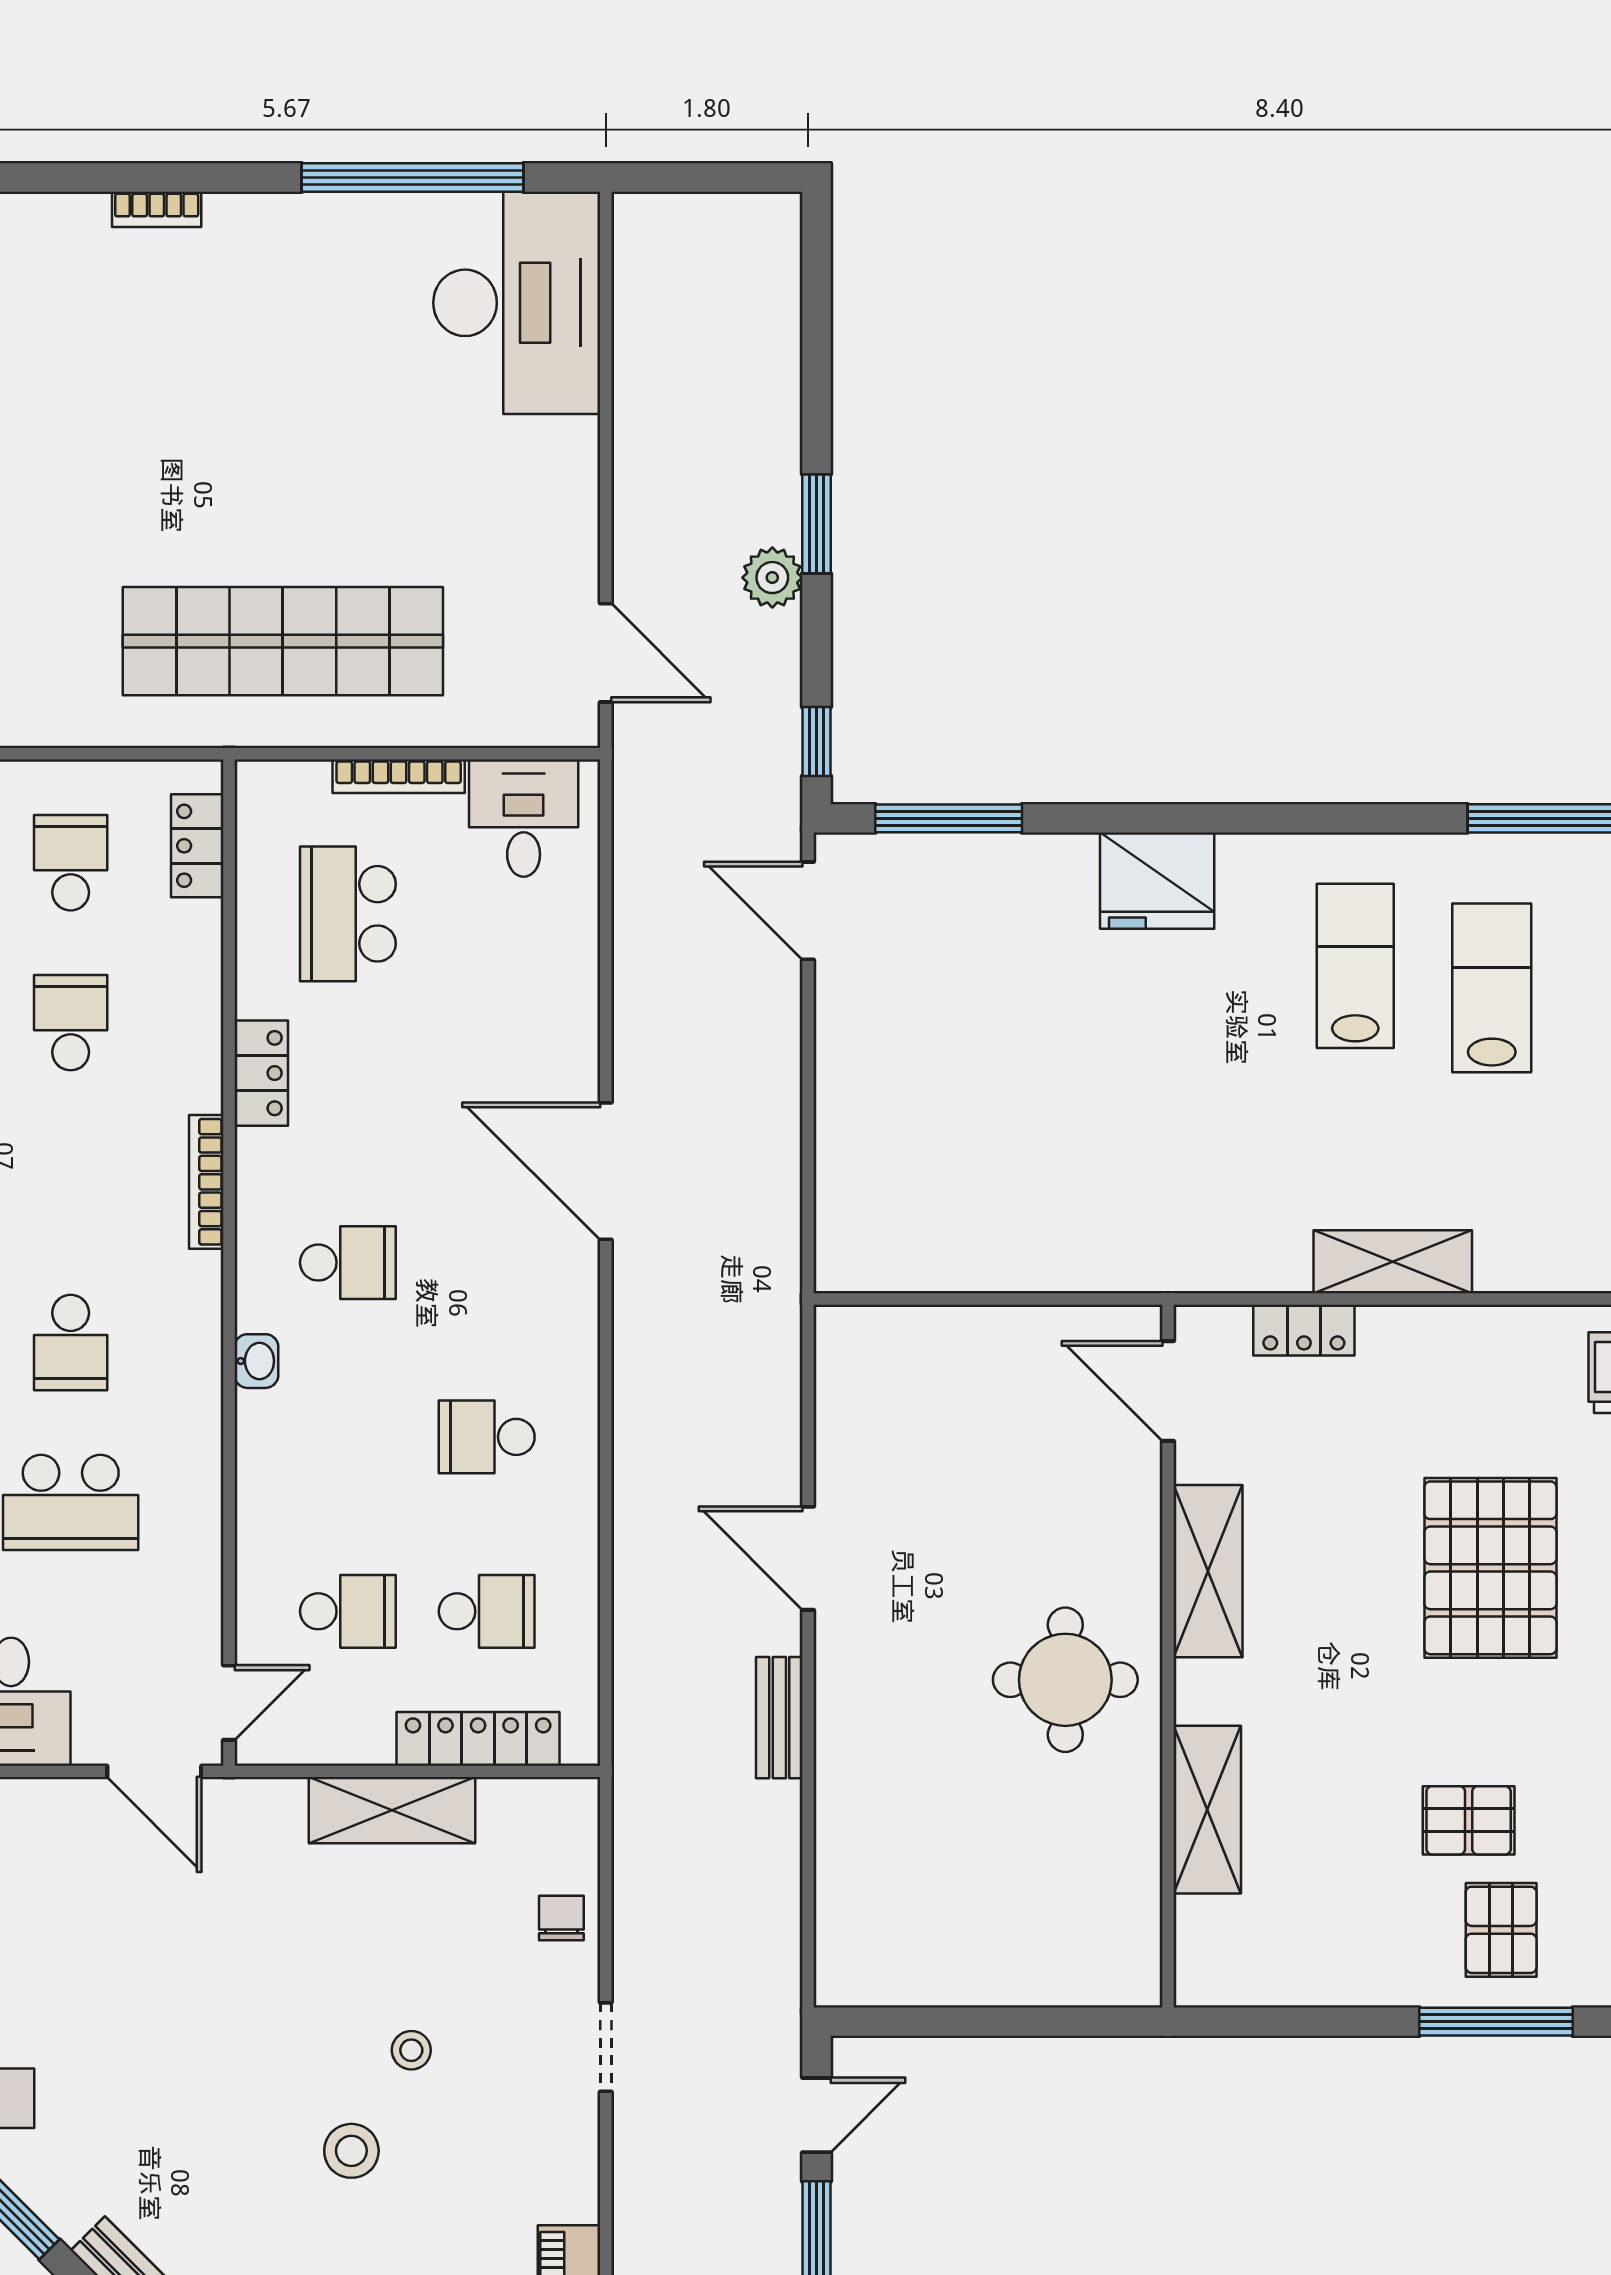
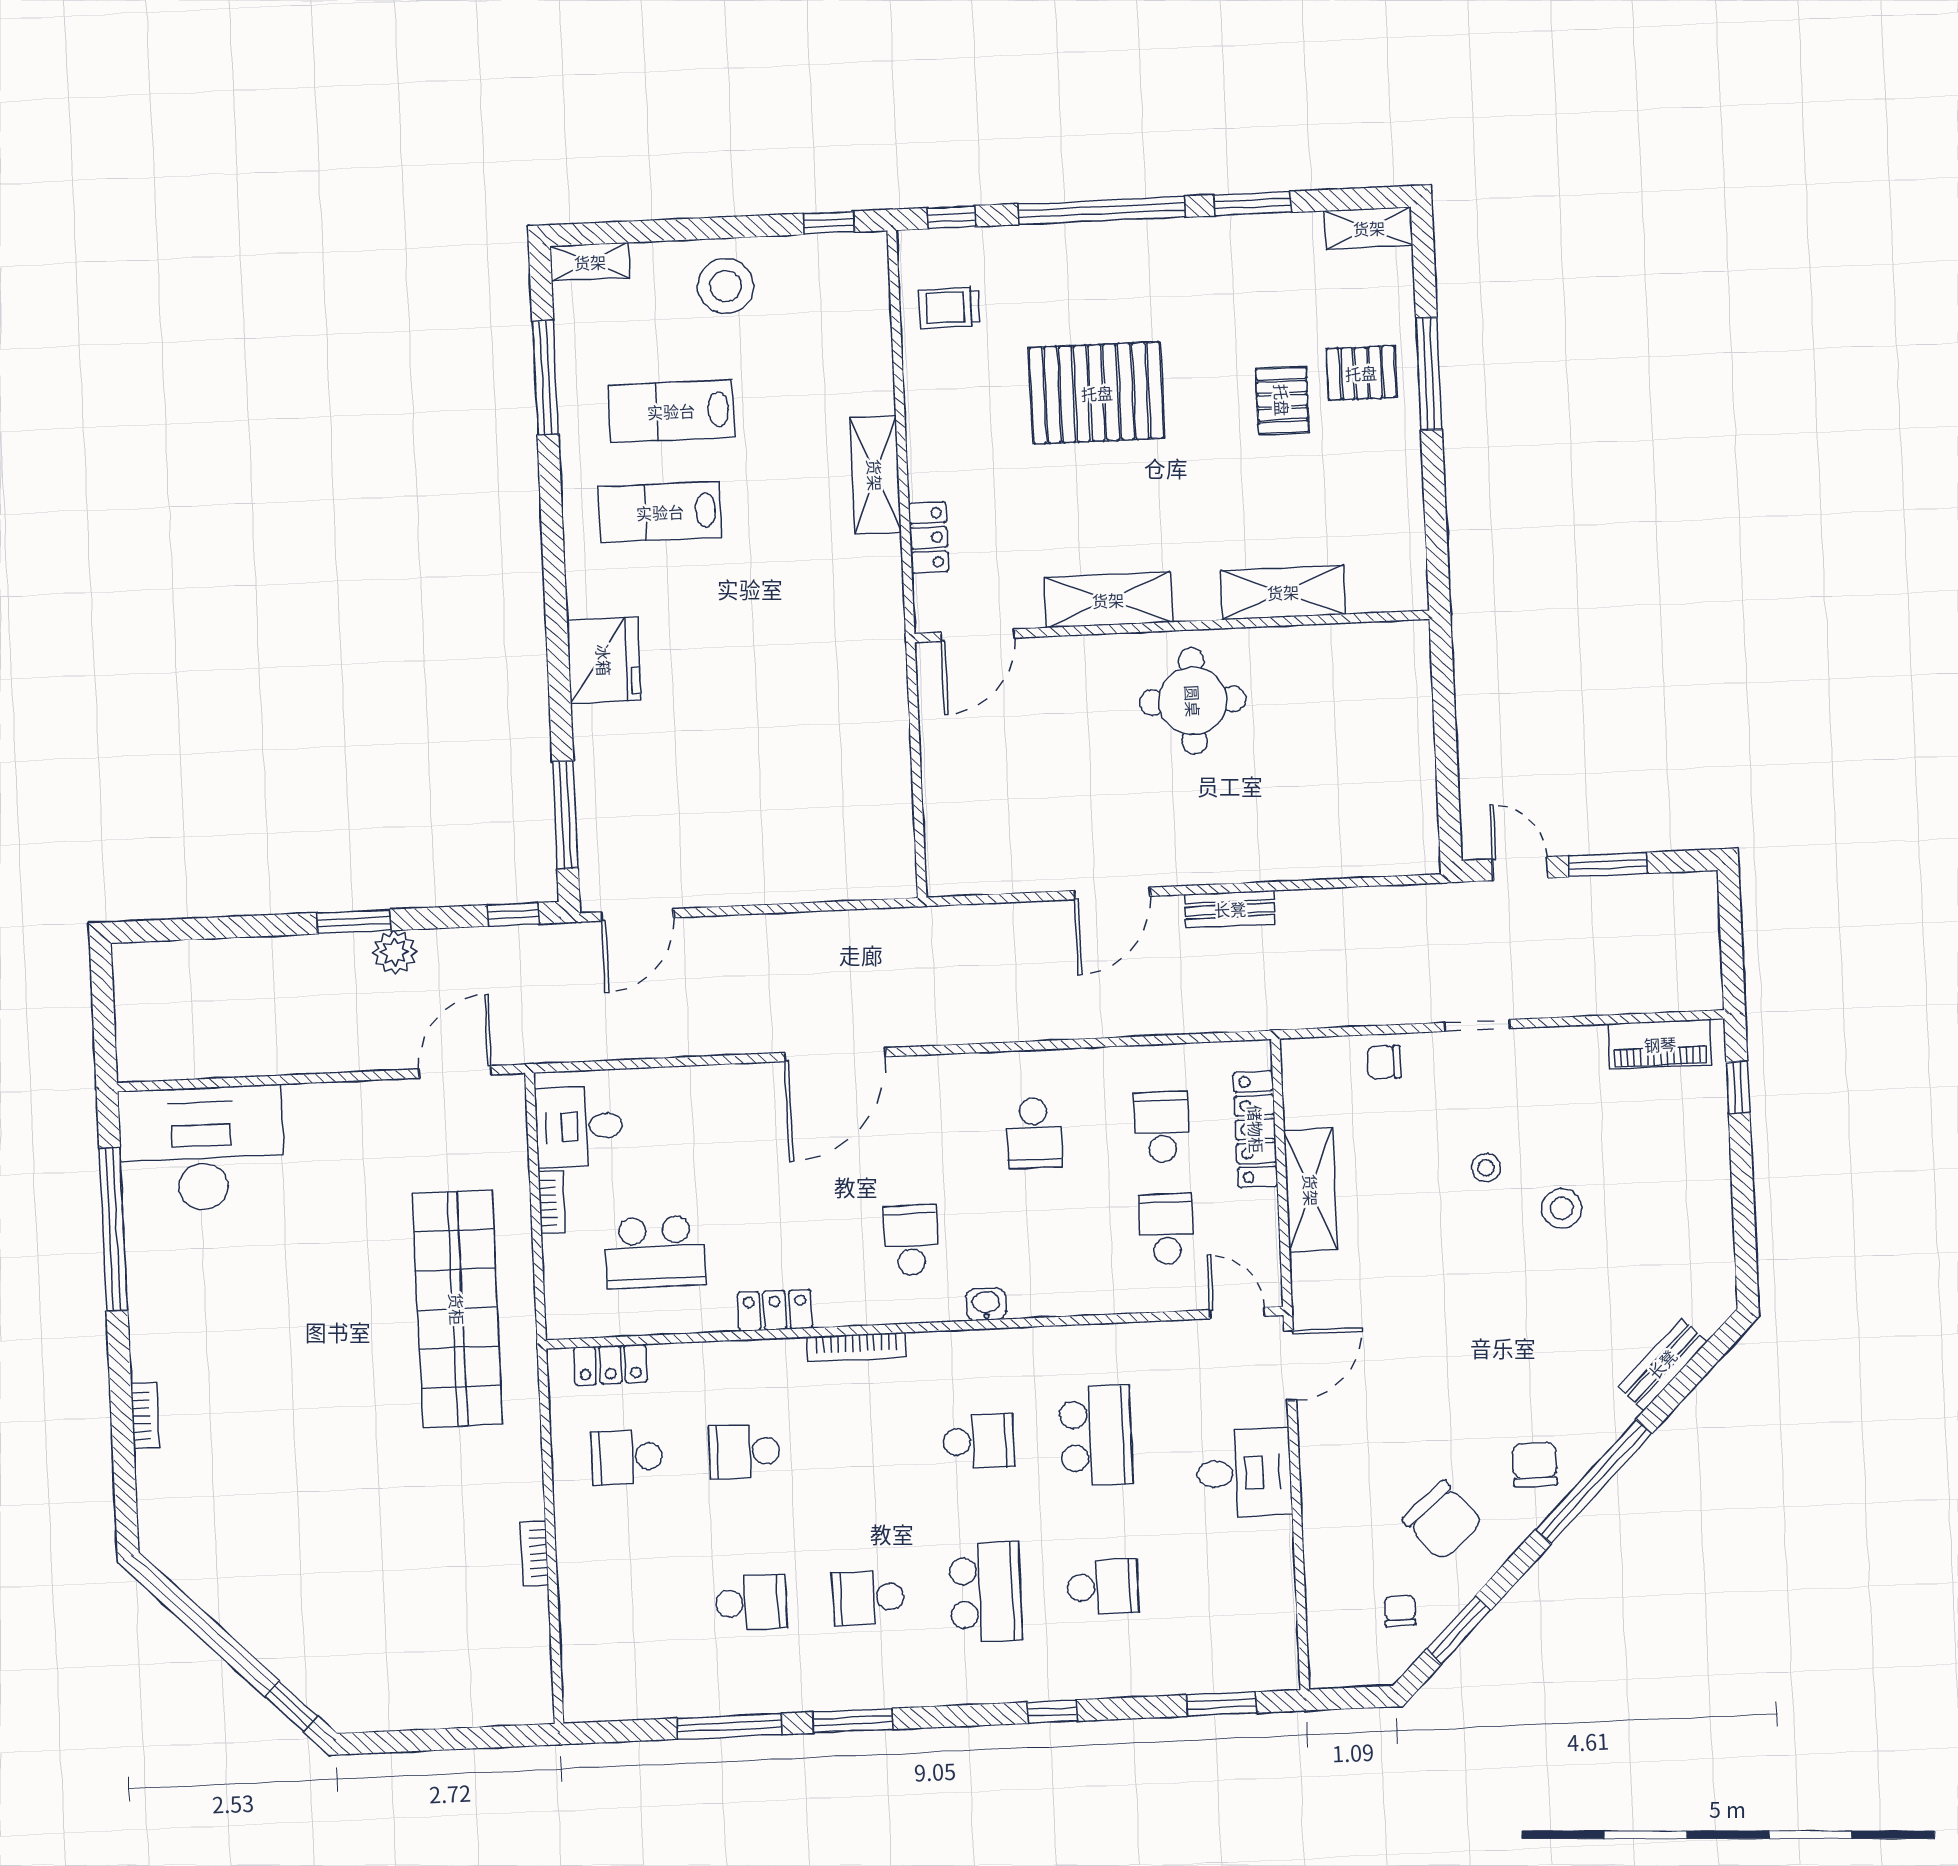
bookcase: (399, 776) -> (552, 1202), width x0.64

